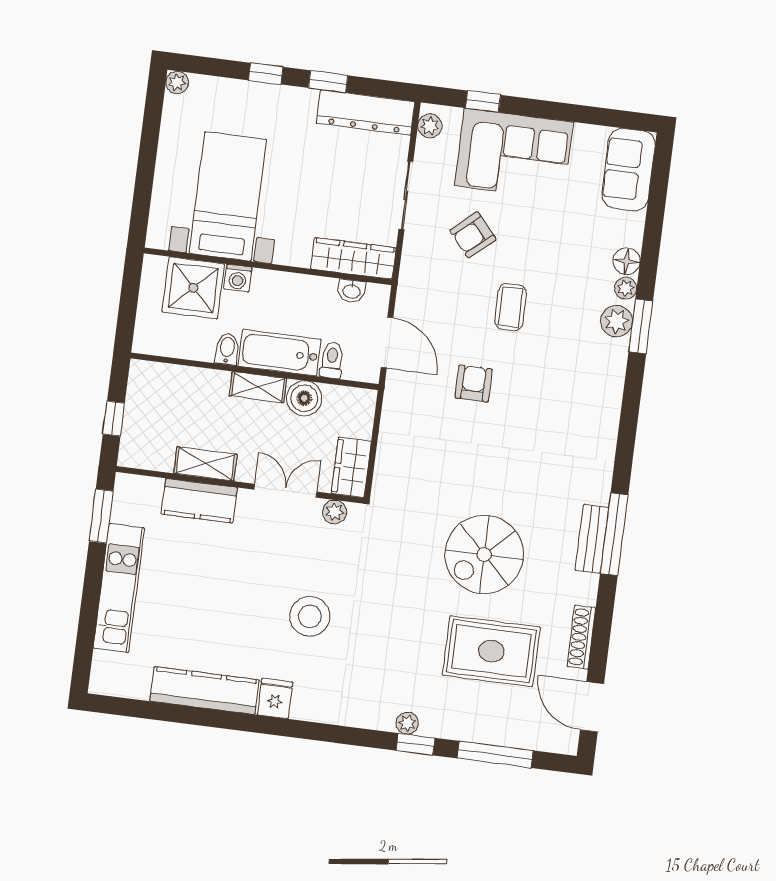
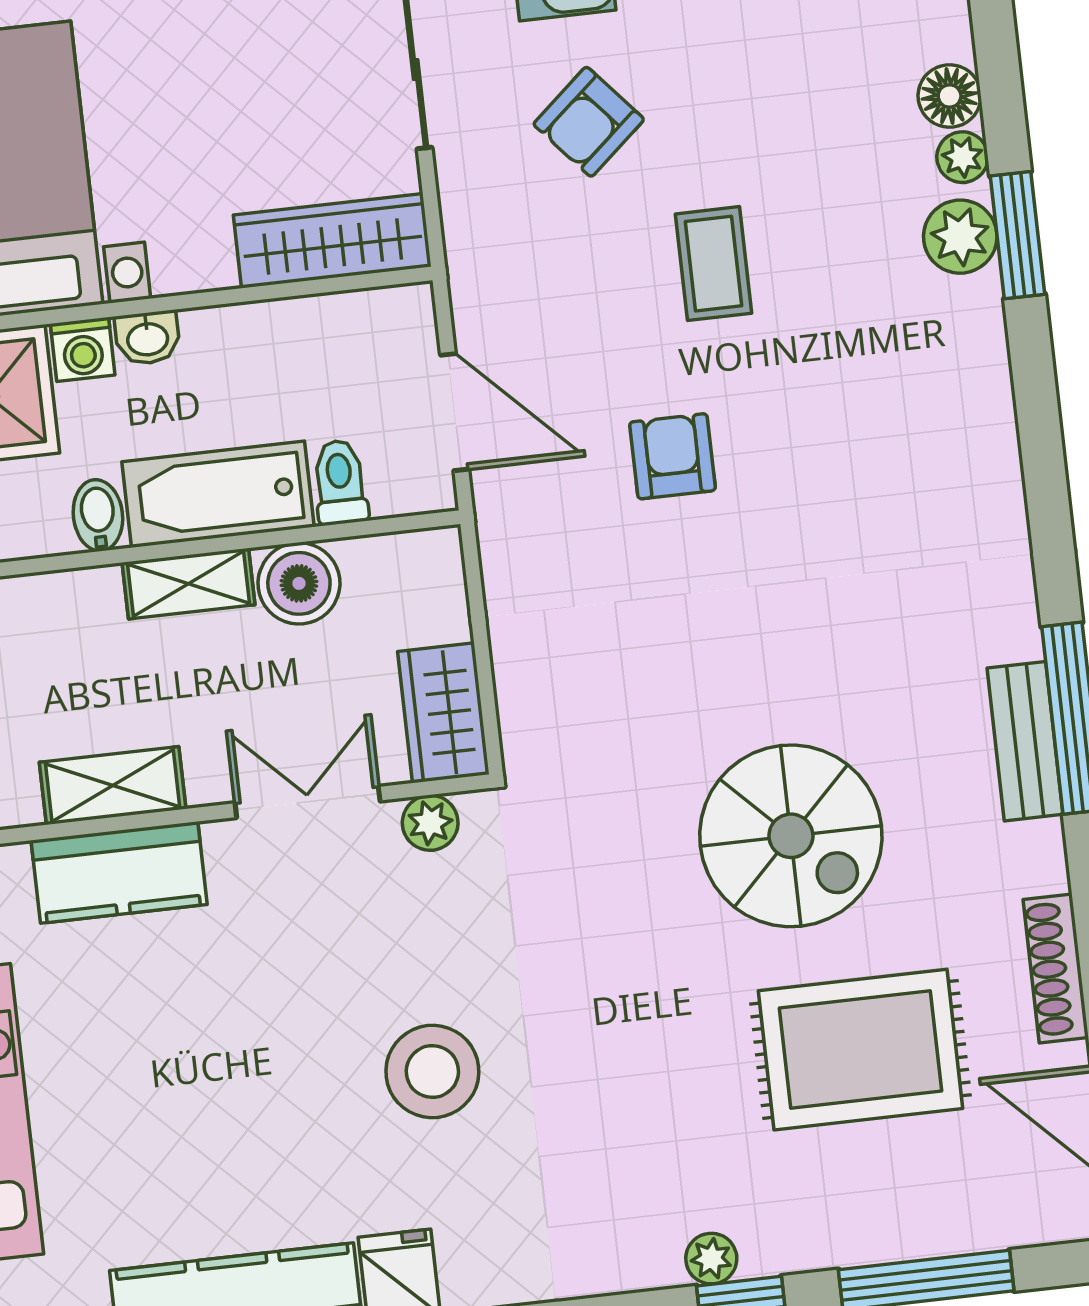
washbasin: (352, 291) -> (147, 338), moved
spiral stairs: (484, 555) -> (791, 836), turned -90

